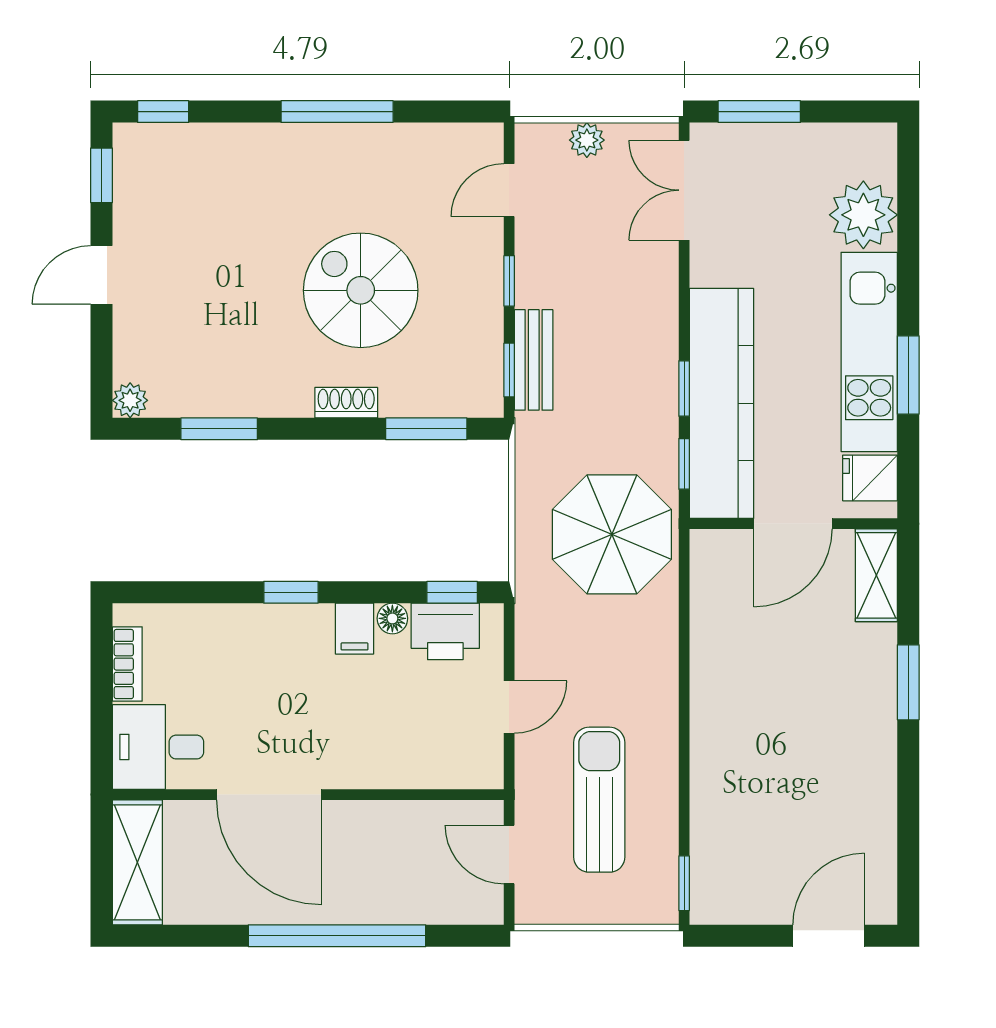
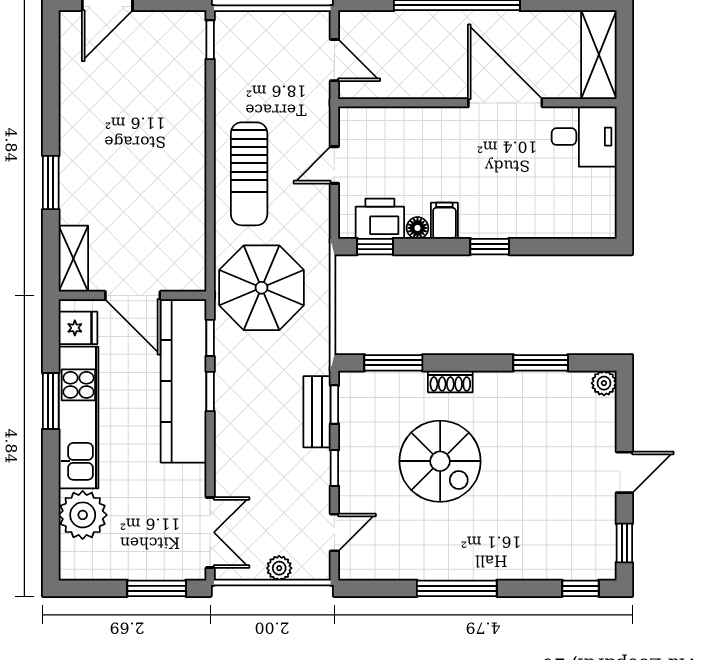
door: (793, 524) -> (133, 295), swing flipped
bookcase: (127, 664) -> (606, 196), removed
sun lounger: (599, 800) -> (249, 174), moved

